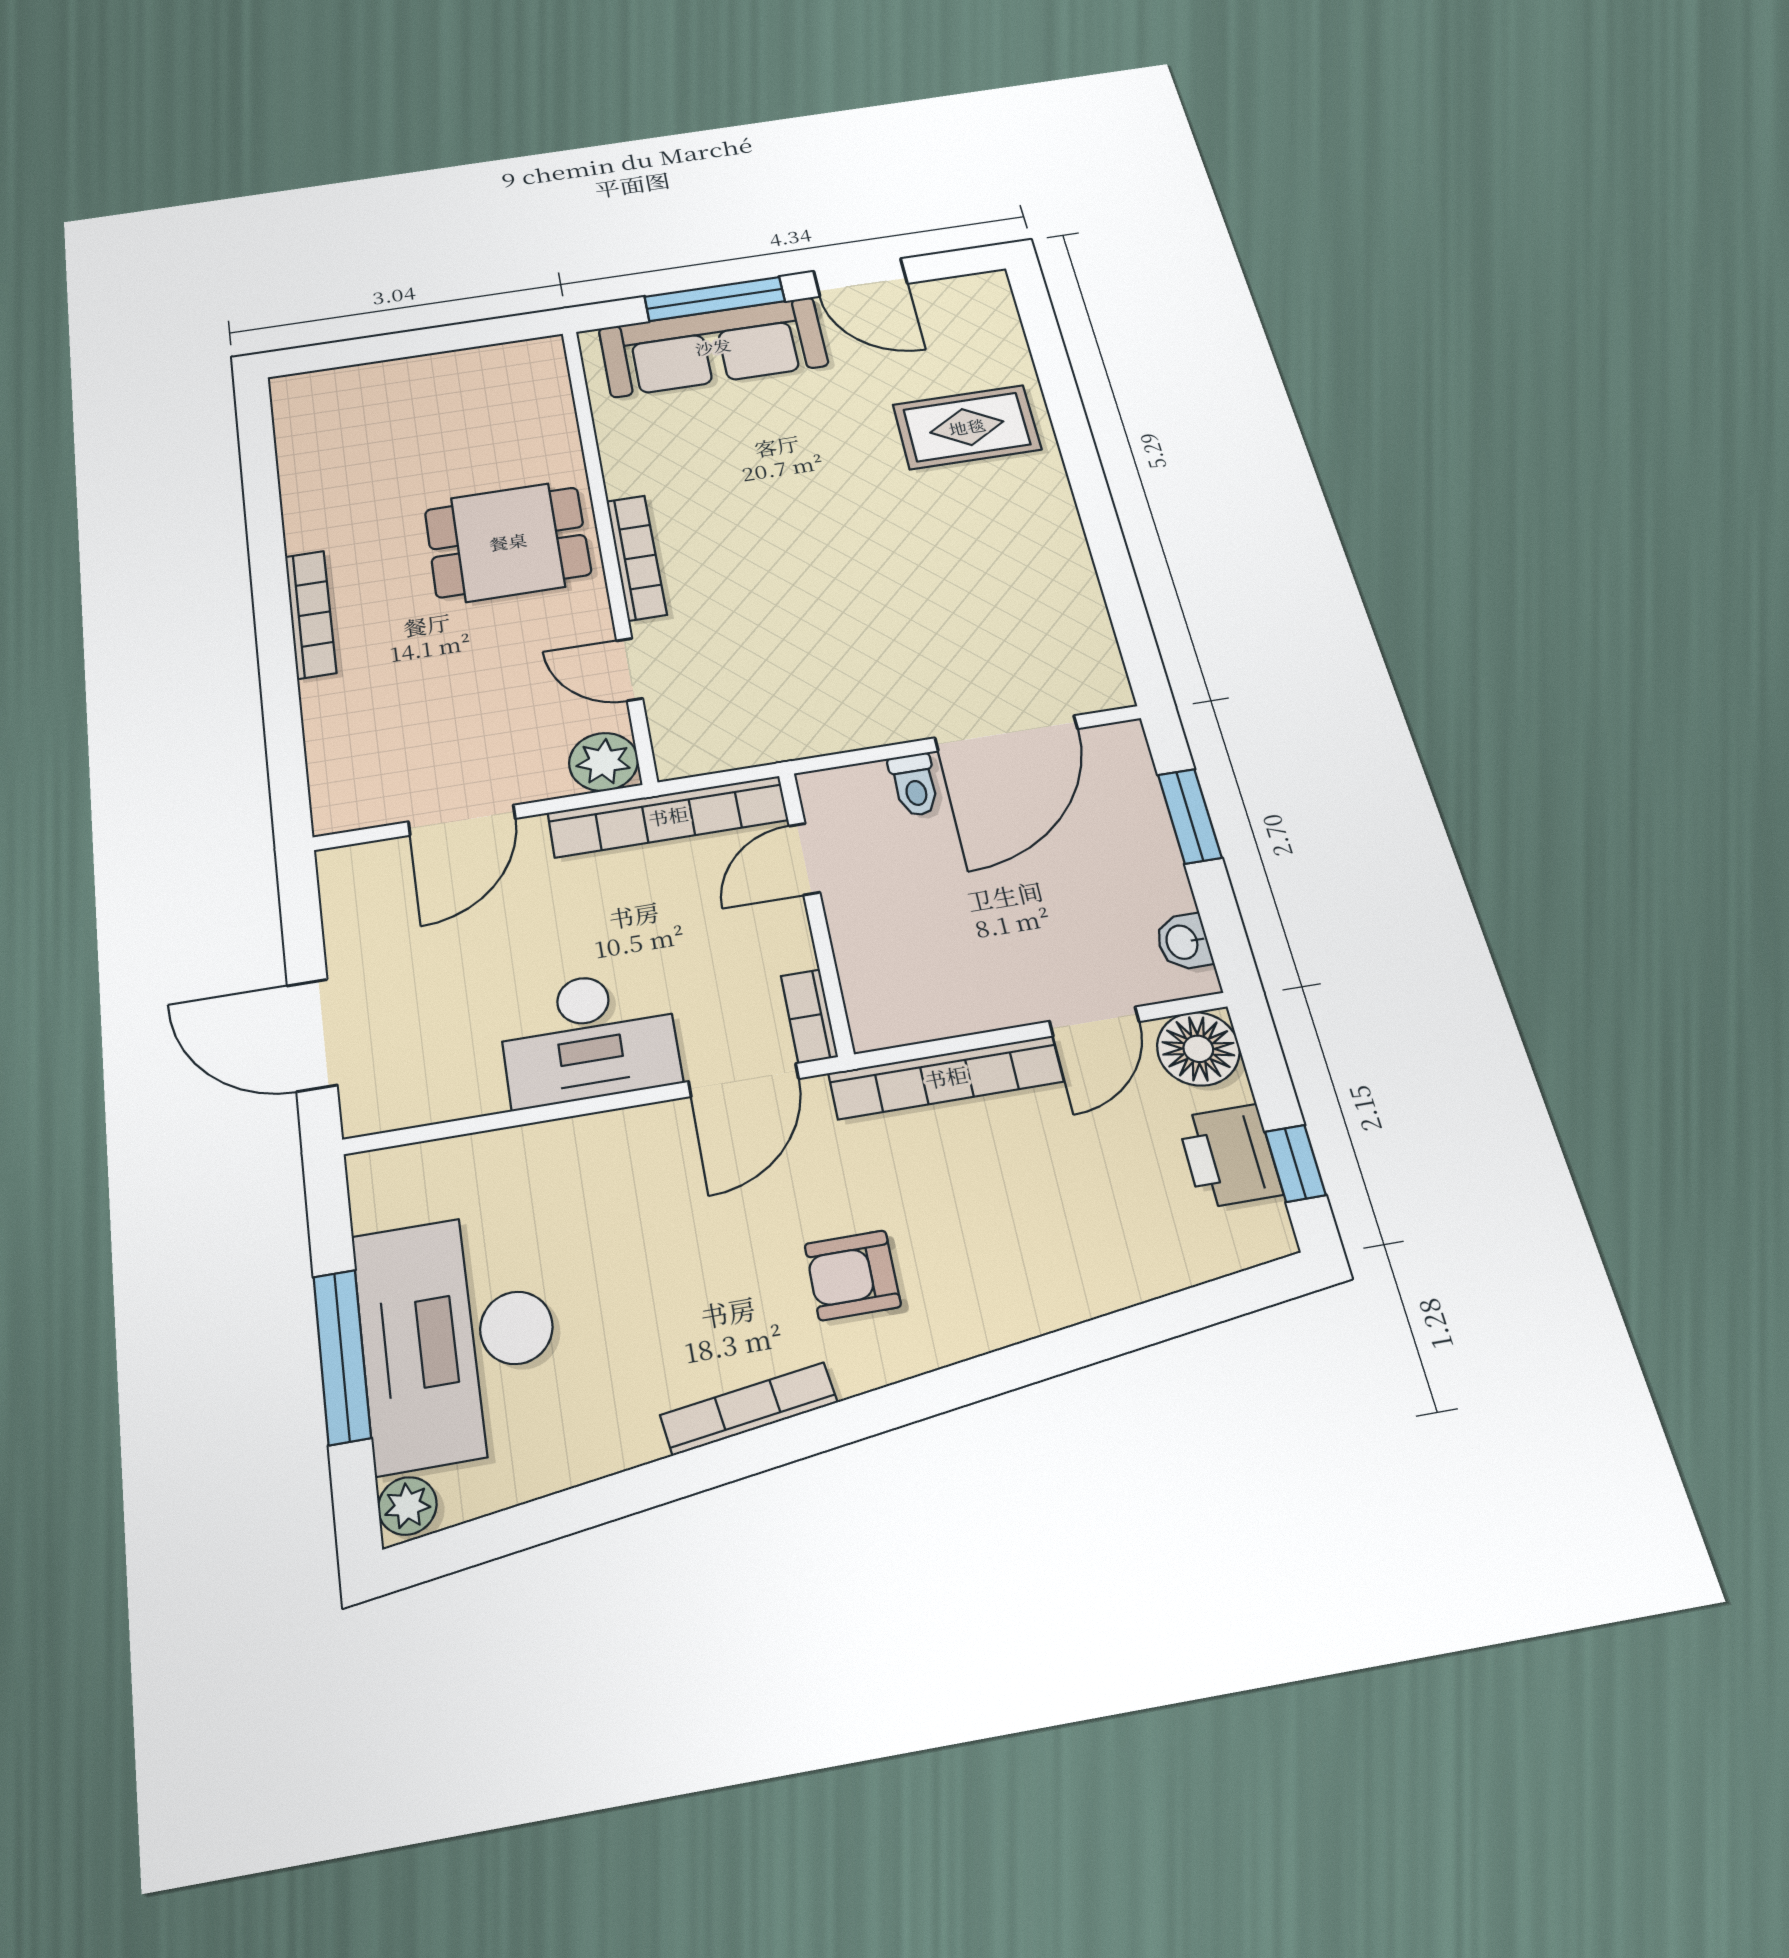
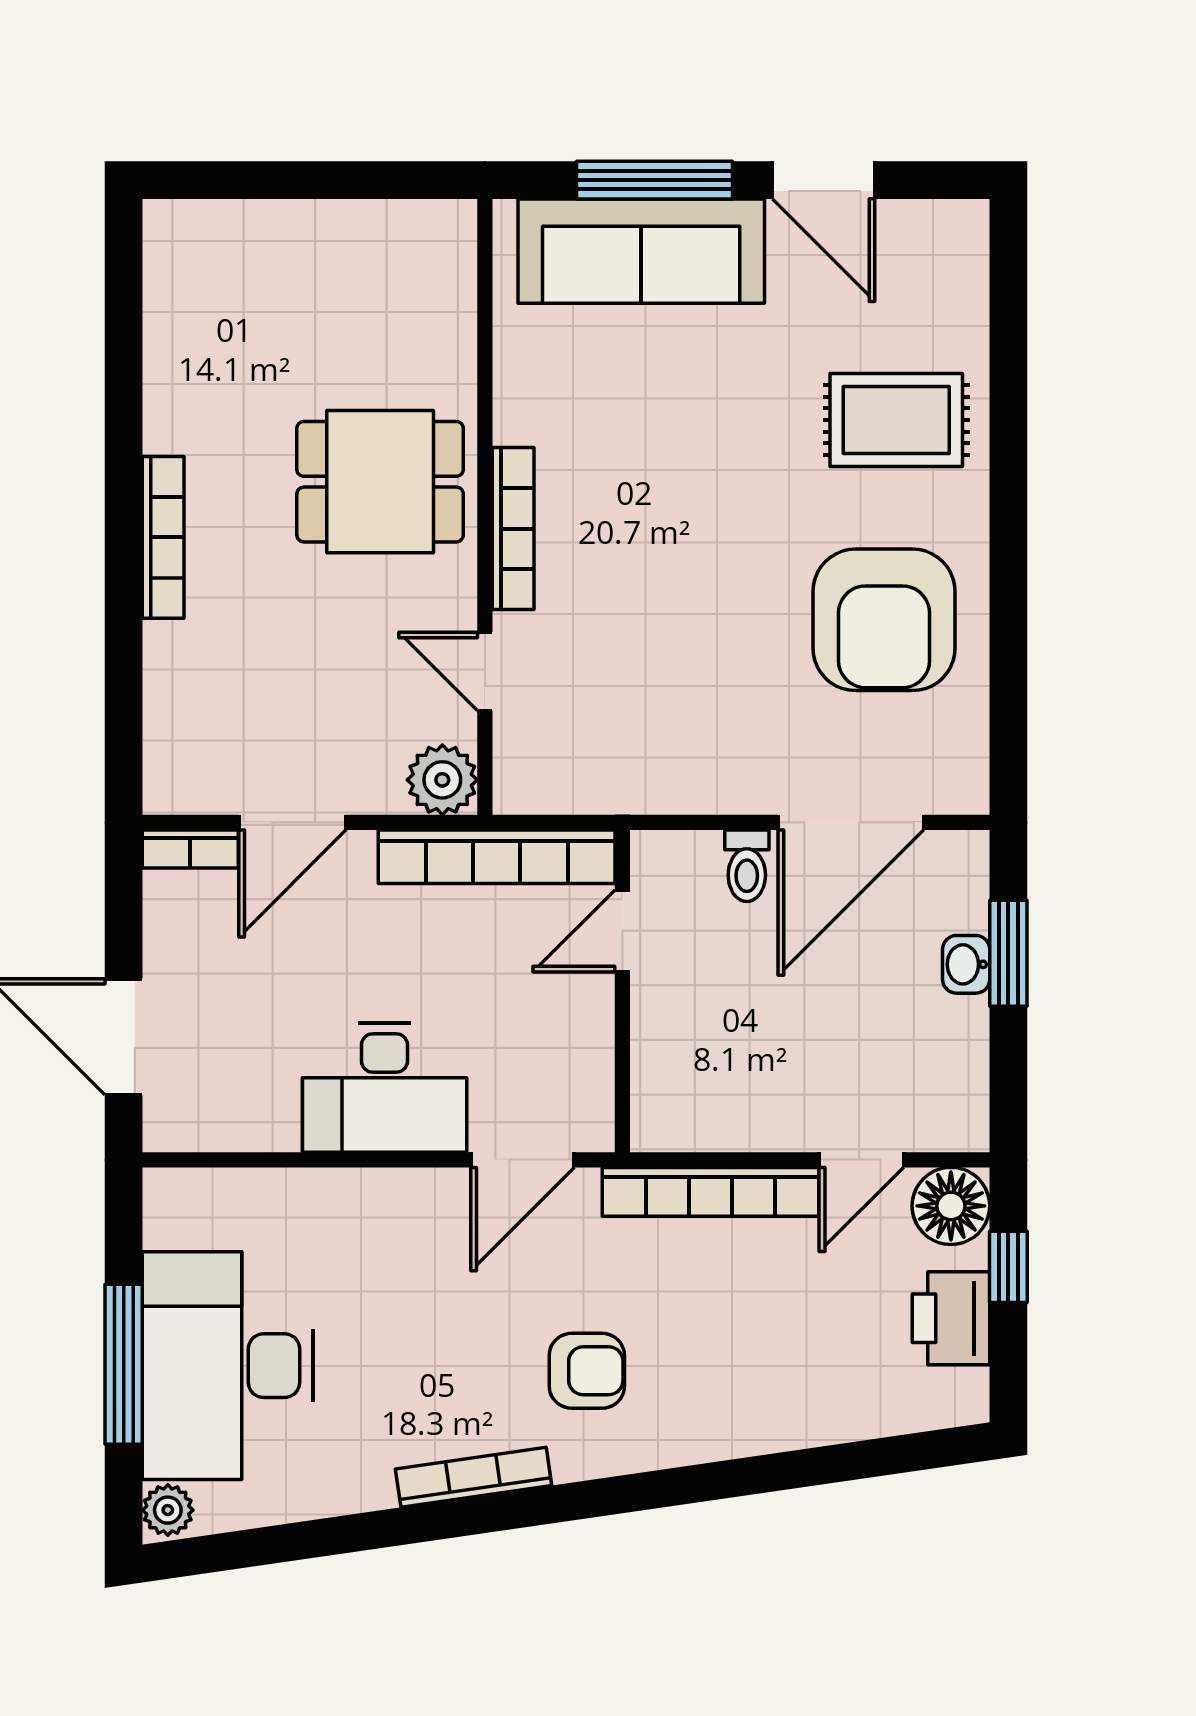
armchair: (995, 572) -> (884, 620), added
washbasin: (1183, 942) -> (966, 964), moved
bookcase: (809, 1016) -> (190, 849), moved, turned -90
window: (1295, 1163) -> (1008, 1267), moved
armchair: (853, 1275) -> (587, 1371), turned 180

